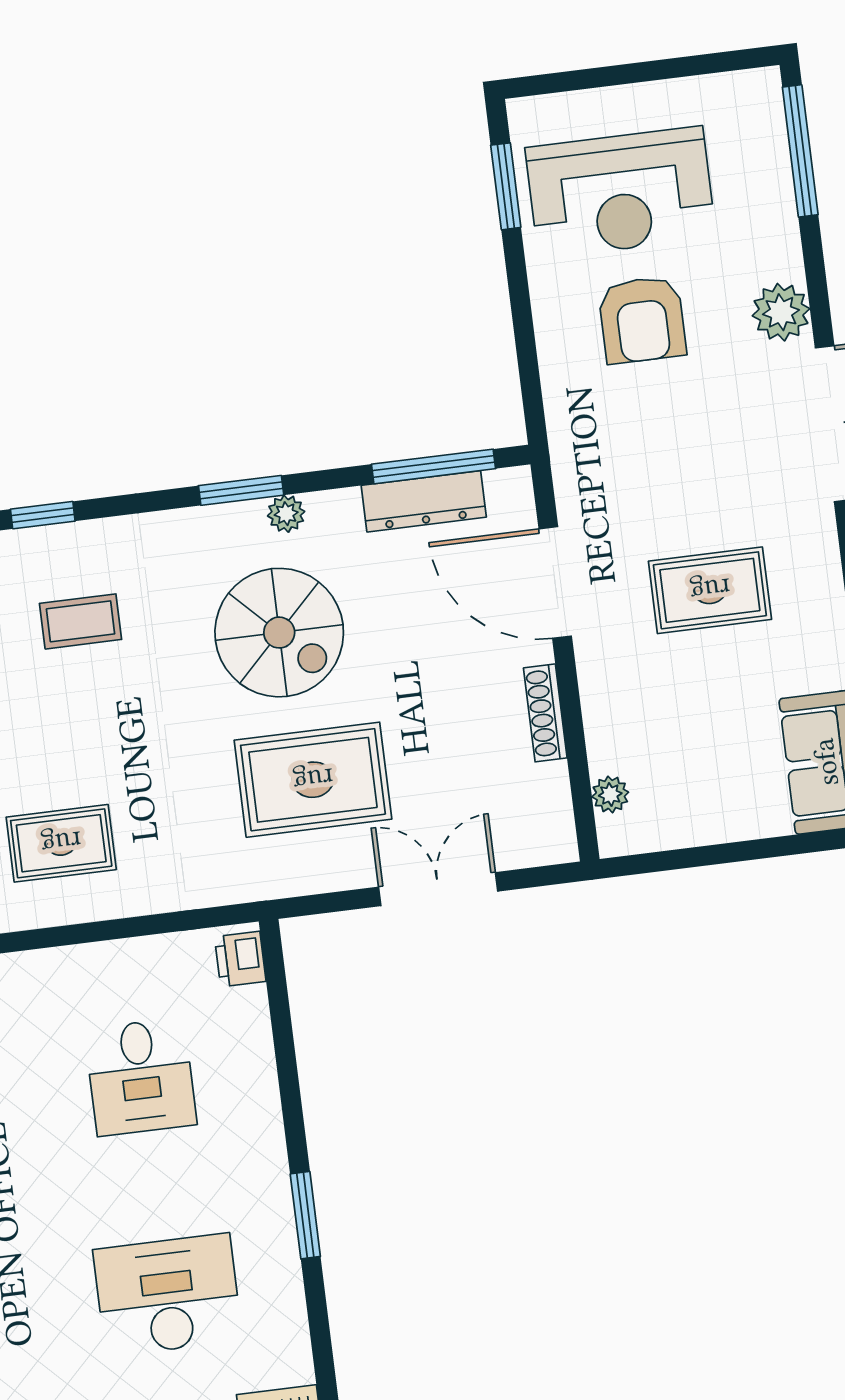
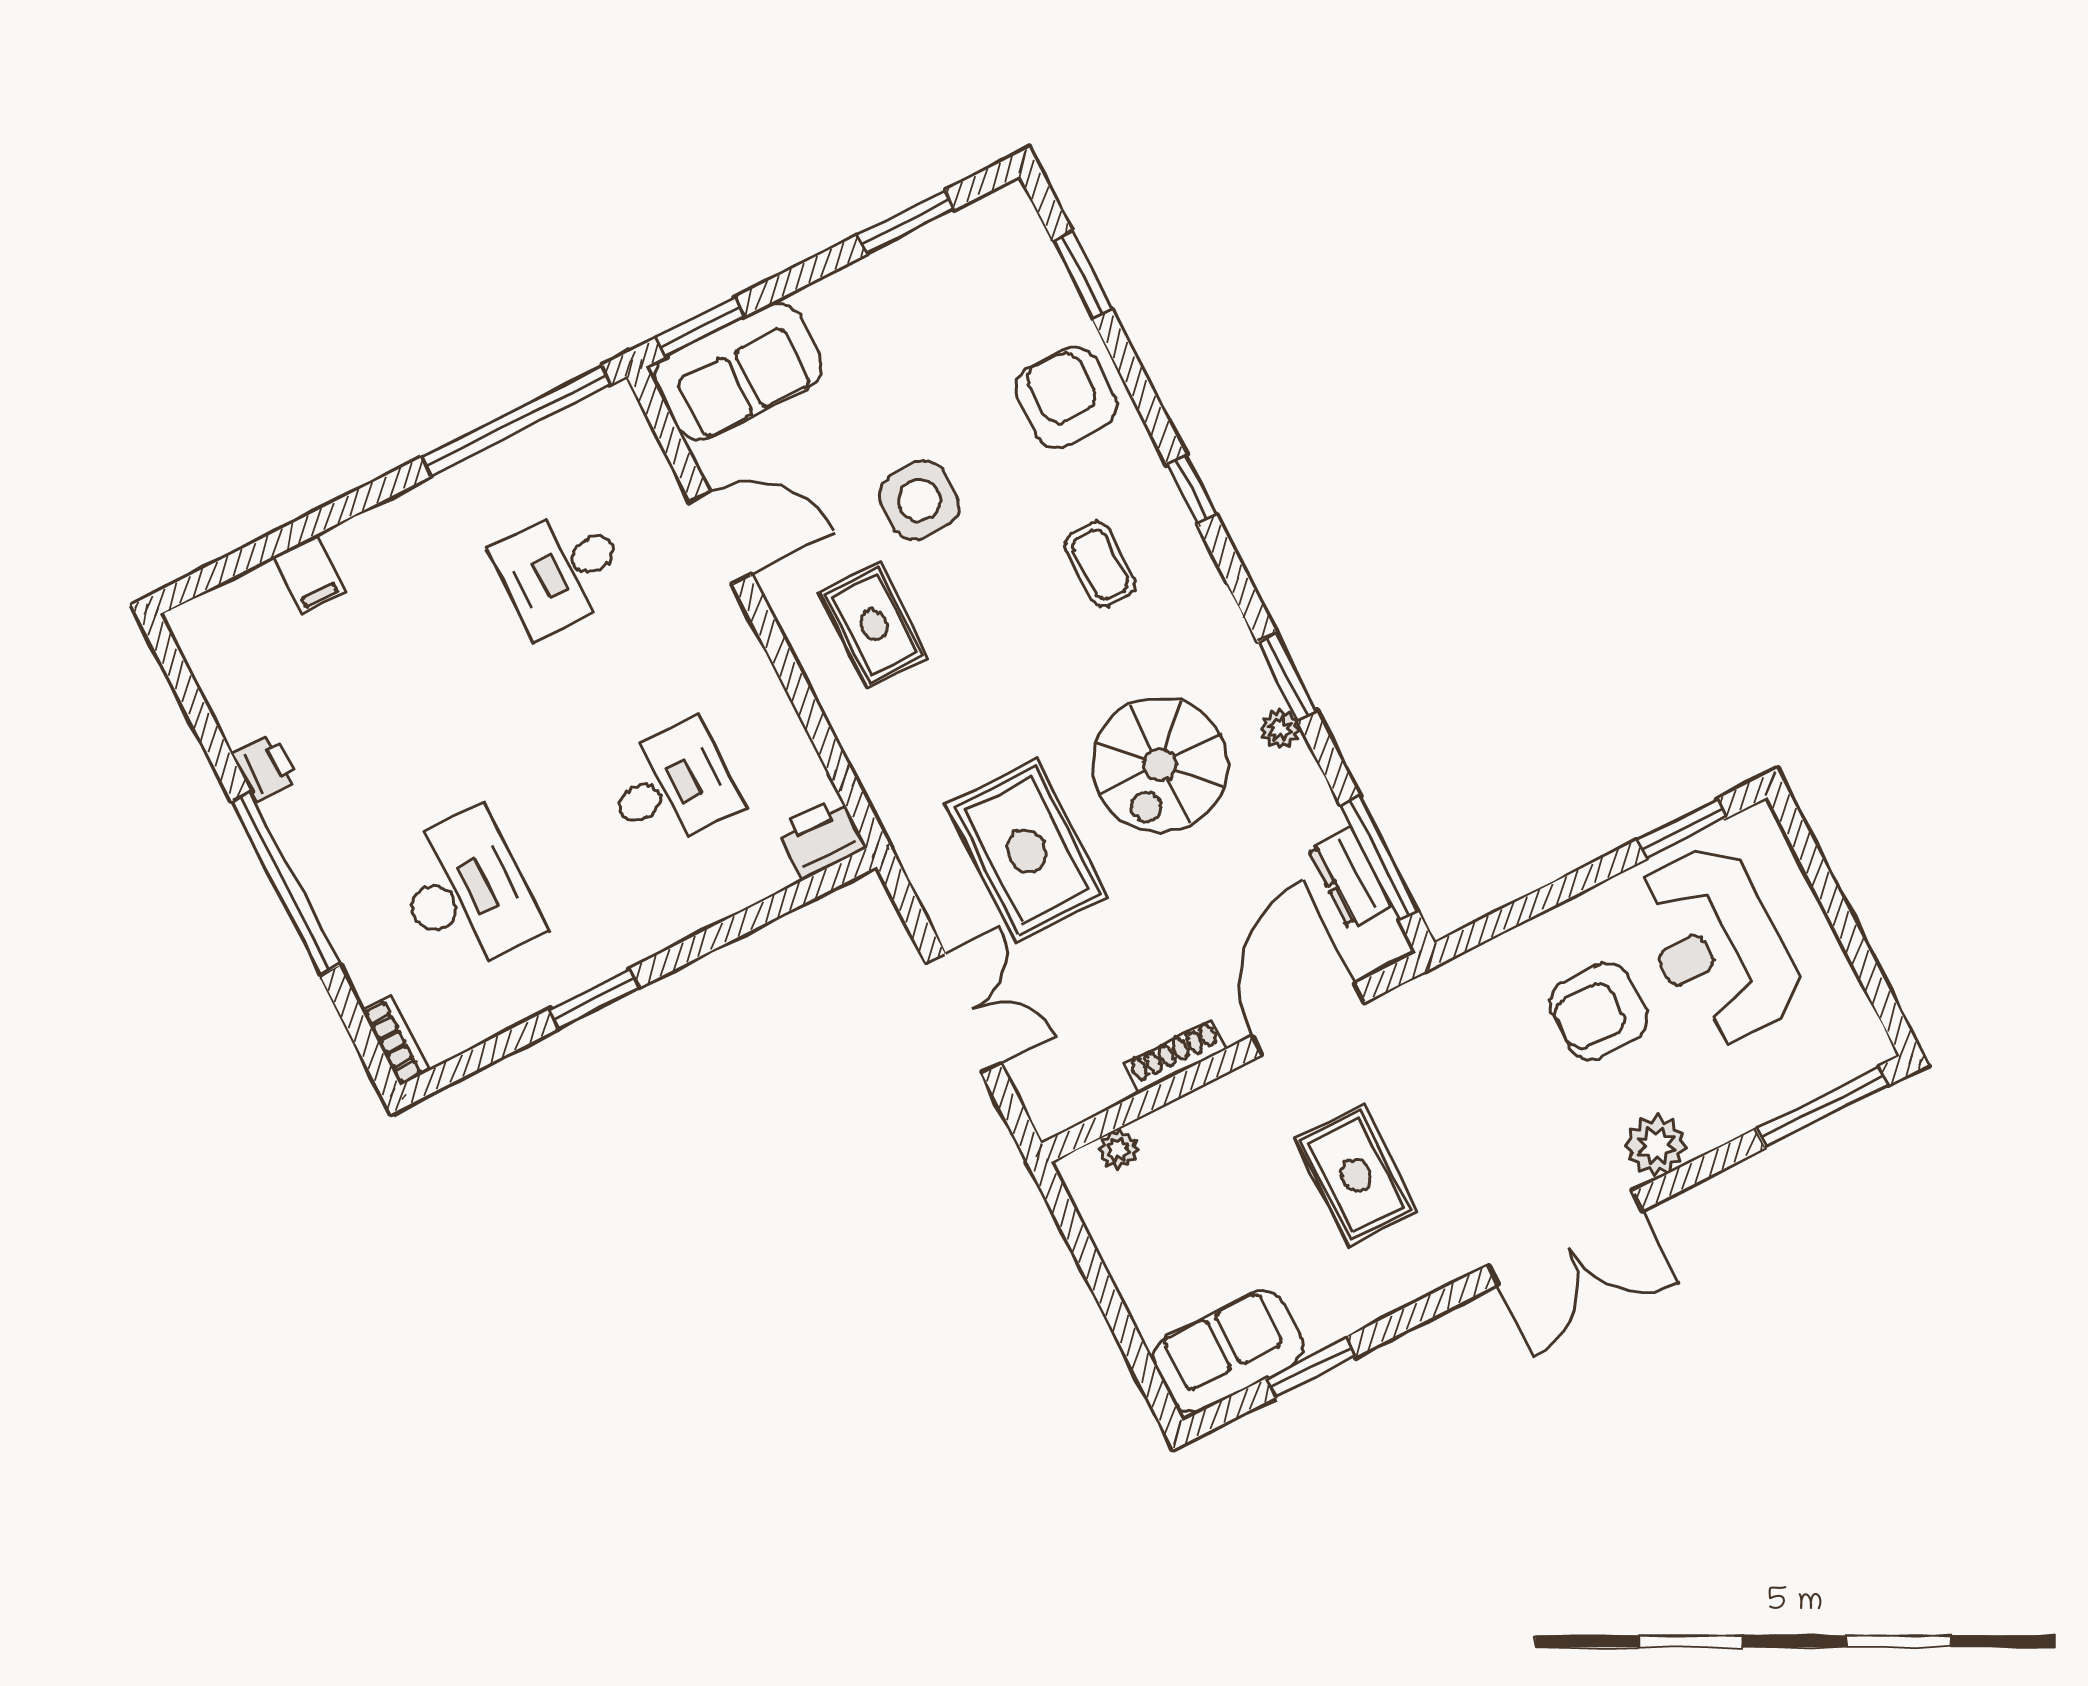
dresser: (424, 501) -> (1350, 878), width x0.70
printer: (240, 959) -> (821, 838), width x1.36, depth x1.24
desk: (141, 1077) -> (672, 787), turned 180

